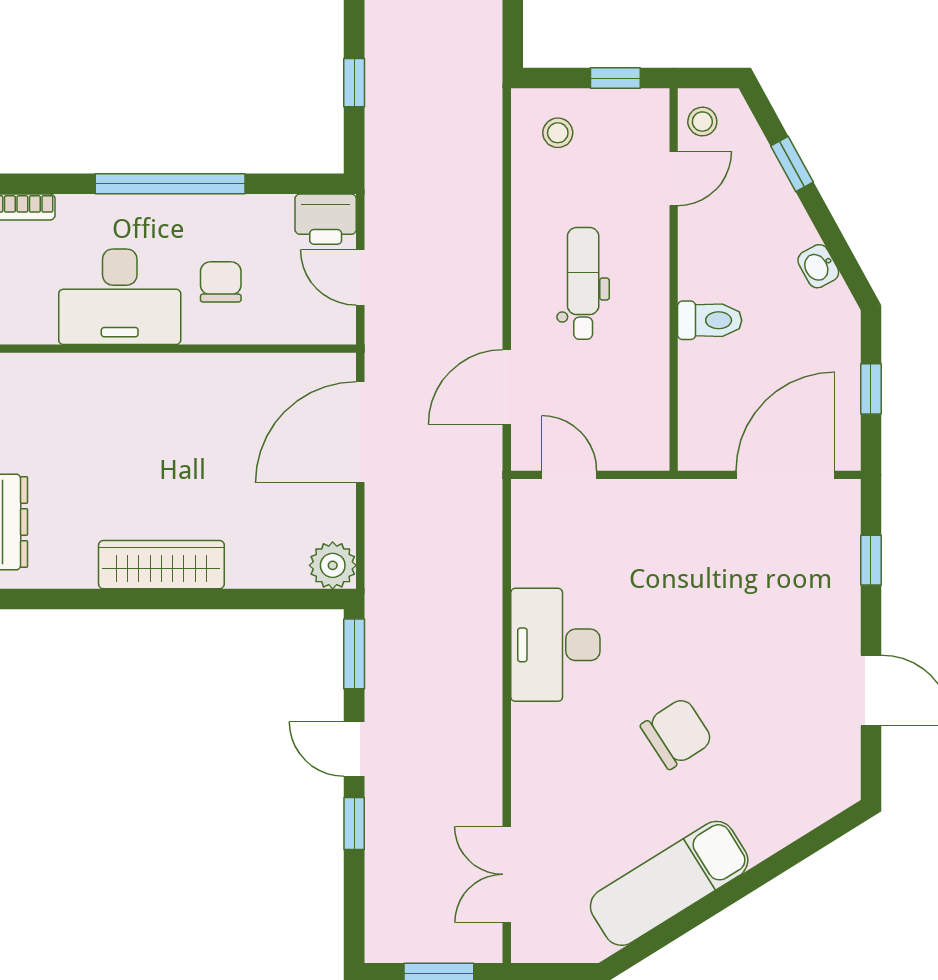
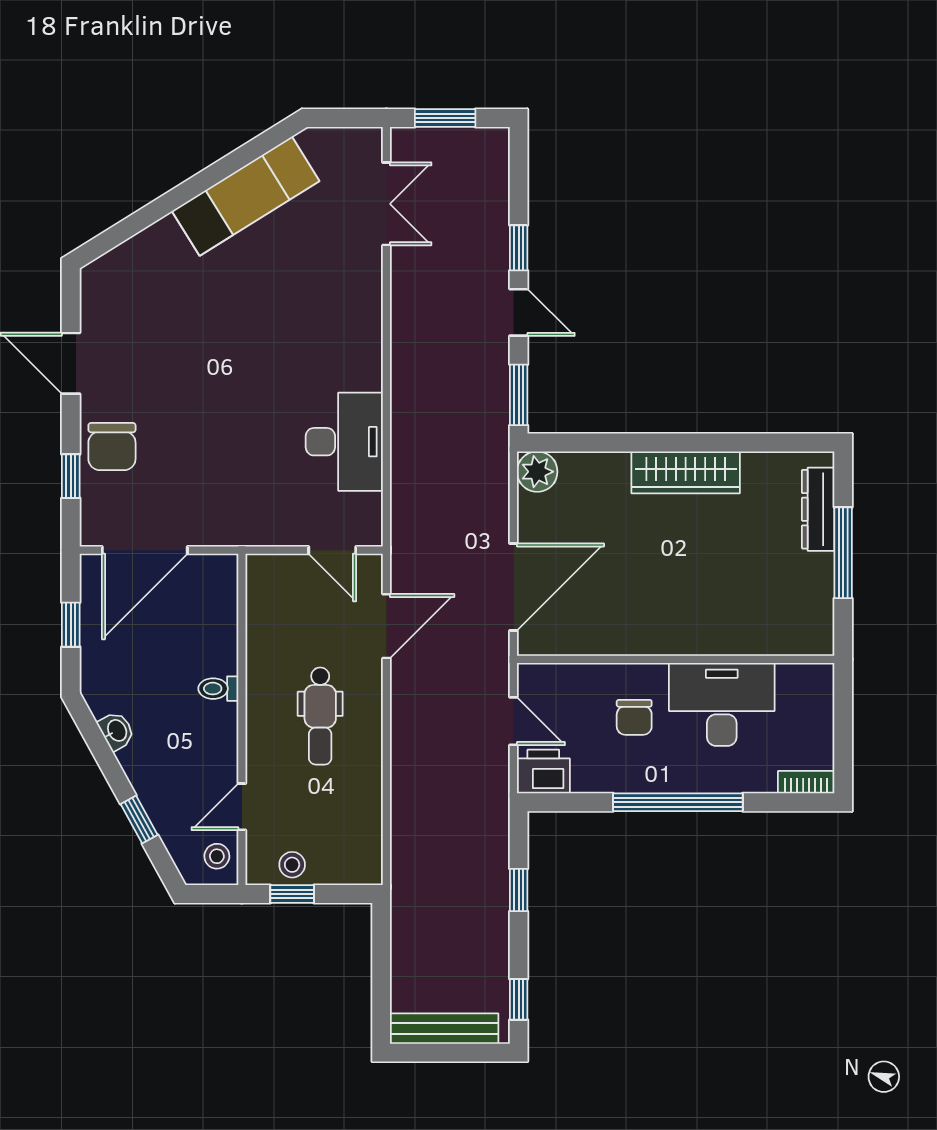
stool: (558, 133) -> (292, 865), moved
toilet: (710, 320) -> (218, 689), width x0.73, depth x0.72
desk: (555, 645) -> (344, 442), moved
chair: (677, 733) -> (112, 447), moved, turned -57

